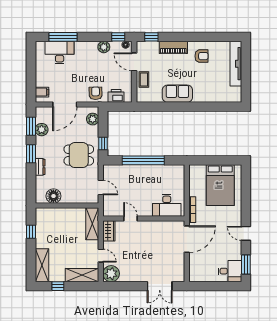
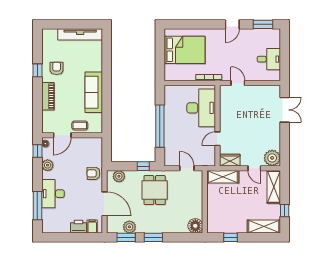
window: (151, 37) -> (37, 70), moved
desk: (60, 52) -> (53, 194), moved
tv unit: (236, 64) -> (80, 34), moved
sofa: (177, 94) -> (94, 92), width x1.36
printer: (116, 96) -> (79, 227), moved, turned 90
dresser: (40, 167) -> (166, 228), removed
door: (101, 188) -> (187, 168), hinge flipped
floor lamp: (53, 196) -> (195, 226), moved
desk: (167, 205) -> (201, 108), width x1.36, depth x1.30
door: (187, 239) -> (238, 83), width x0.53
door: (101, 256) -> (254, 168), swing flipped
desk: (230, 271) -> (269, 59), moved, turned 90

